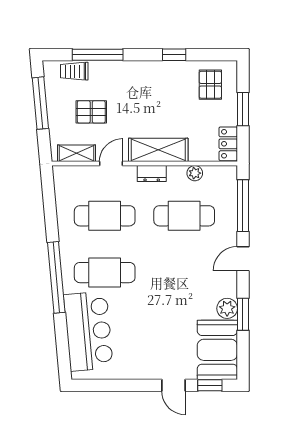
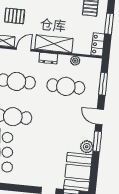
window: (243, 206) -> (103, 84), width x0.69
door: (243, 259) -> (100, 117), hinge flipped
window: (243, 314) -> (97, 141), moved

